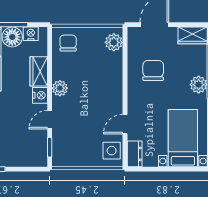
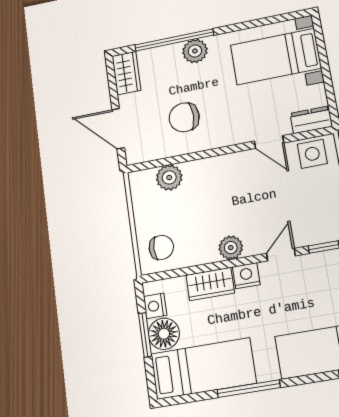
plant: (114, 42) -> (169, 177), moved
chair: (68, 43) -> (161, 247), turned 180
door: (50, 120) -> (281, 255), swing flipped

